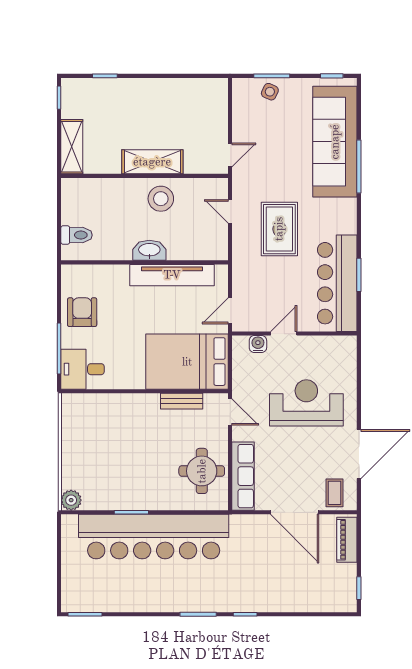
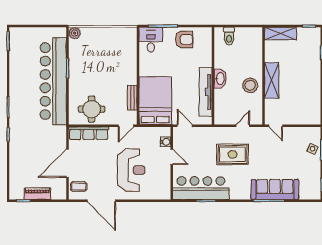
sofa: (335, 142) -> (275, 189), width x0.74, depth x0.79
piano: (347, 540) -> (37, 194), moved

